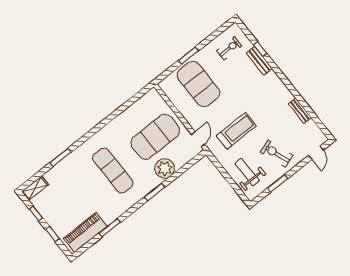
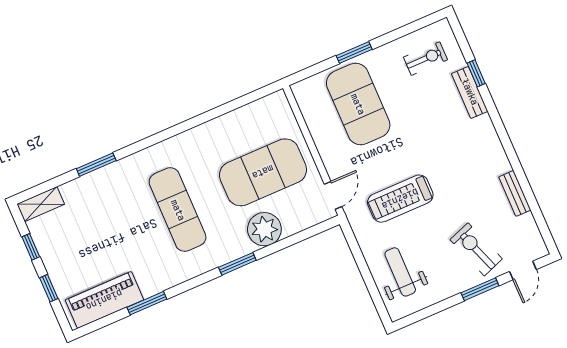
treadmill: (236, 131) -> (400, 199), turned 180
exercise bike: (276, 154) -> (476, 249), moved
window: (278, 183) -> (480, 289), moved

